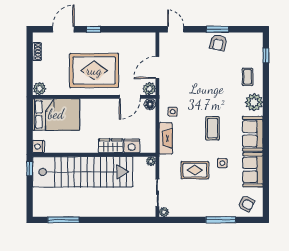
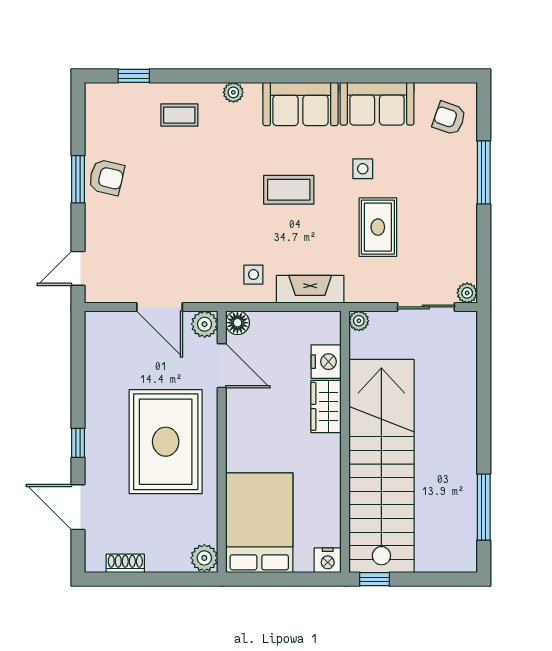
plant: (254, 102) -> (233, 92), width x0.53, depth x0.53
armchair: (246, 204) -> (449, 118), turned -99

